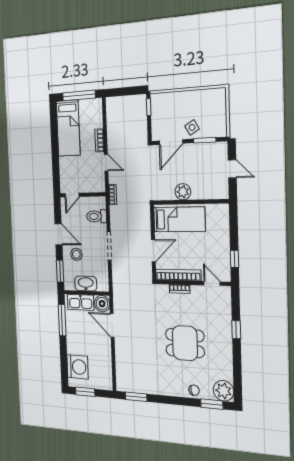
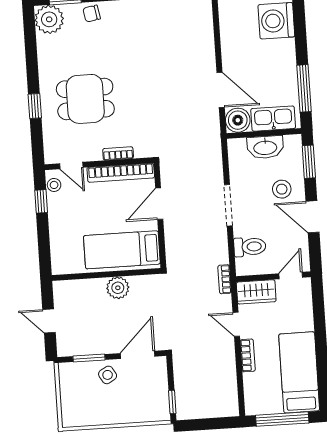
wardrobe: (93, 185) -> (256, 292), added
stool: (225, 270) -> (54, 185), added
dining table: (185, 343) -> (85, 99), moved

